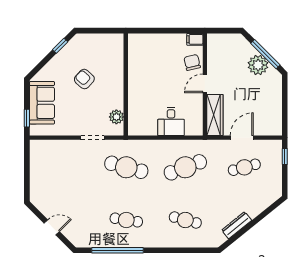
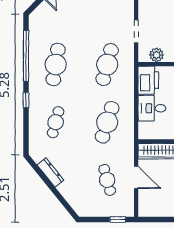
printer: (142, 125) -> (148, 80), added
cafe table: (185, 167) -> (107, 122), turned 39
cafe table: (126, 220) -> (56, 65), width x1.37, depth x1.35
window: (163, 250) -> (26, 100), added

